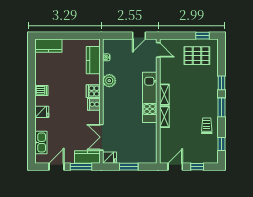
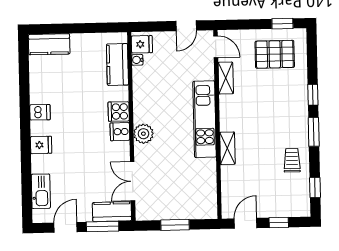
plant: (109, 81) -> (143, 134), moved
shelving: (164, 95) -> (226, 78), moved
fridge: (110, 158) -> (142, 44), moved

